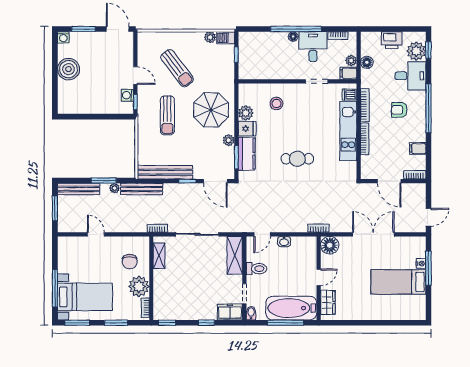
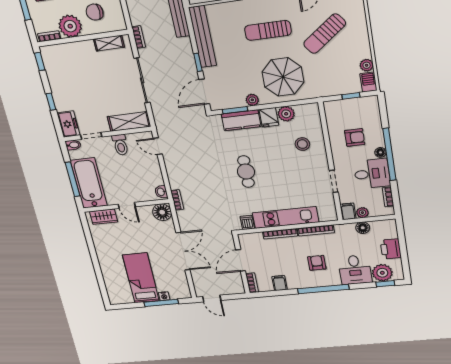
armchair: (276, 57) -> (355, 137), added
dishwasher: (349, 95) -> (247, 222), moved
washbasin: (284, 241) -> (161, 192), moved

